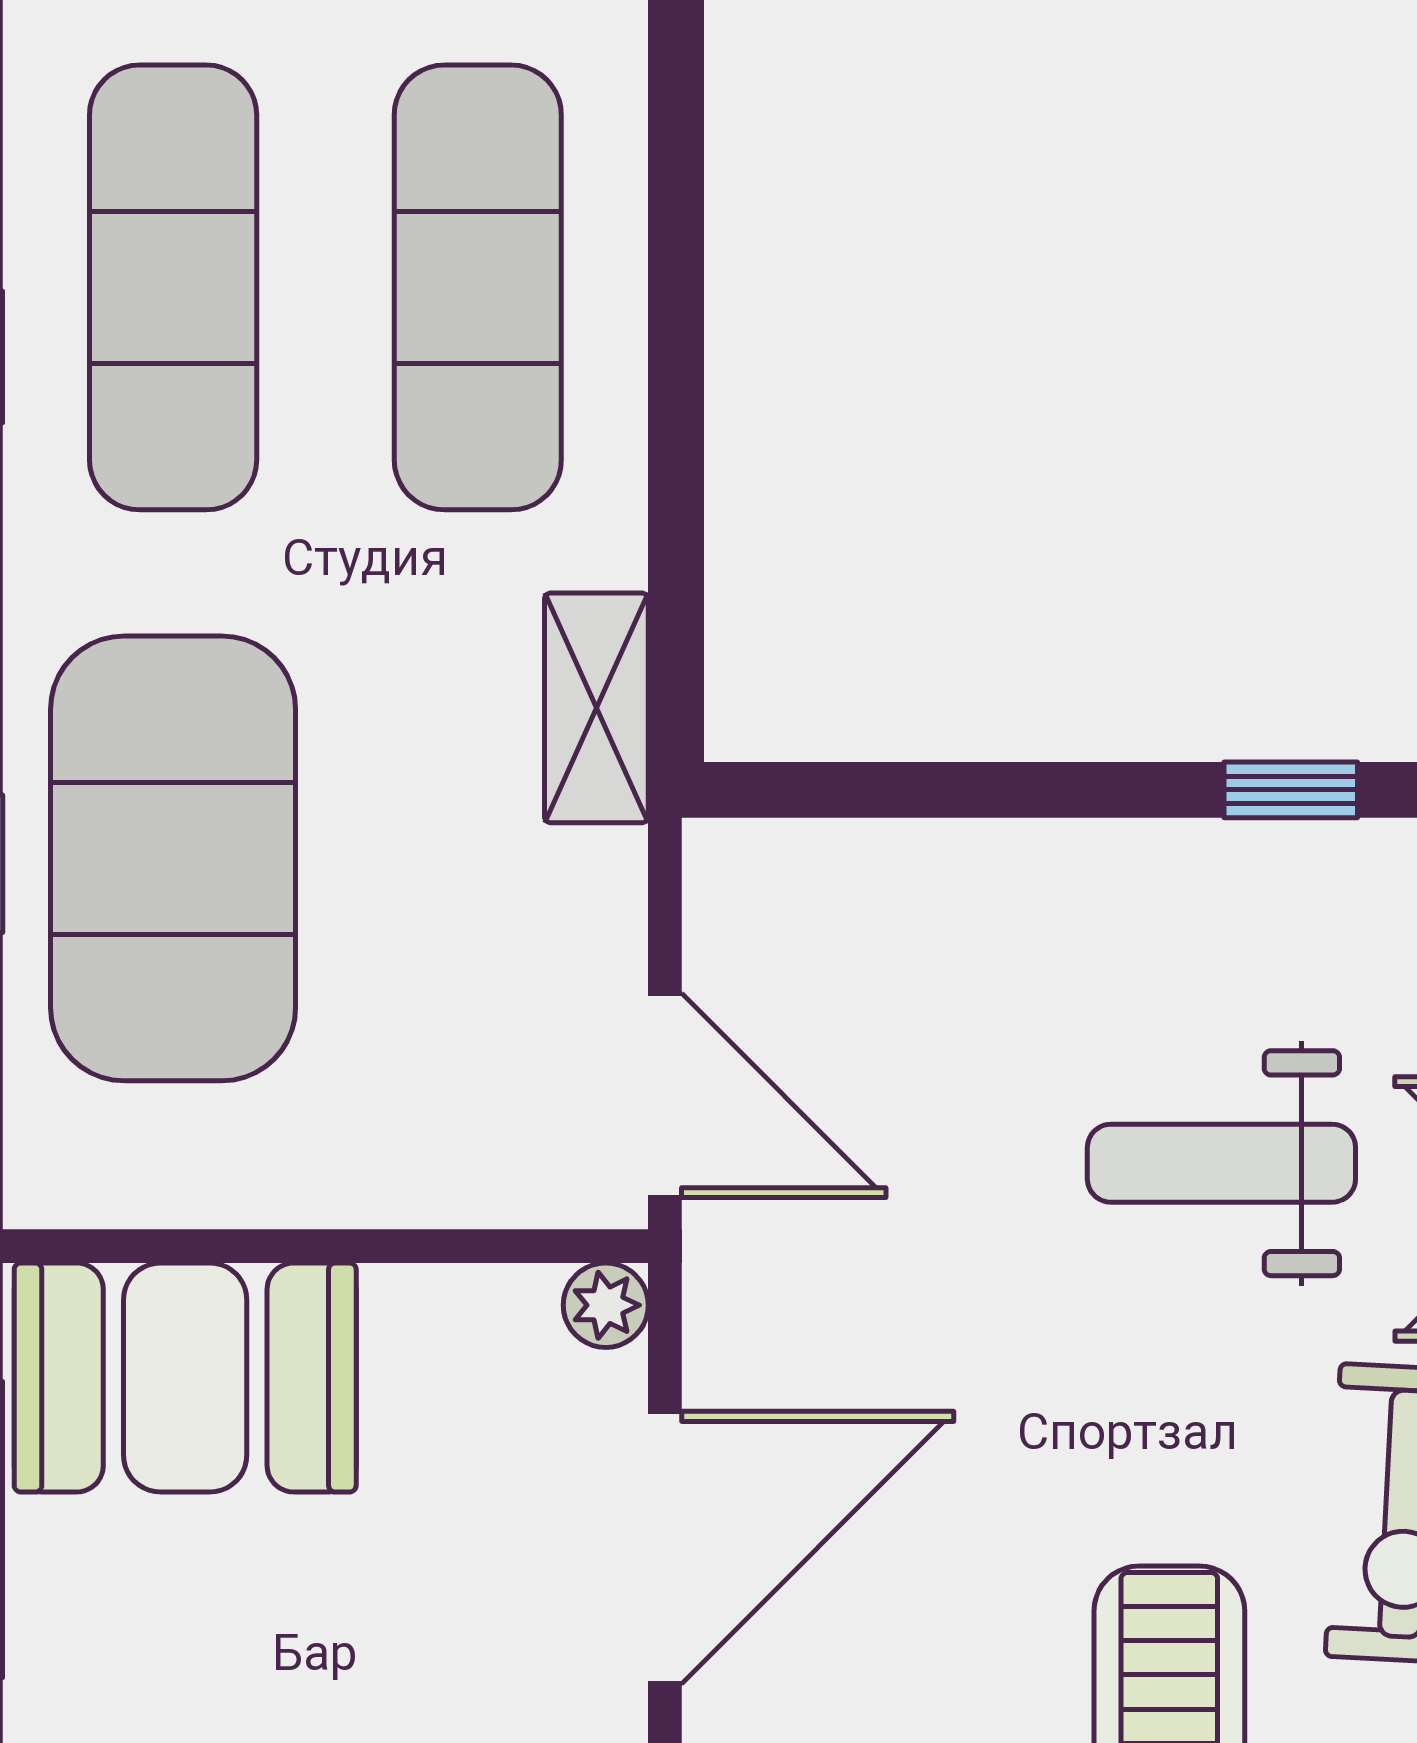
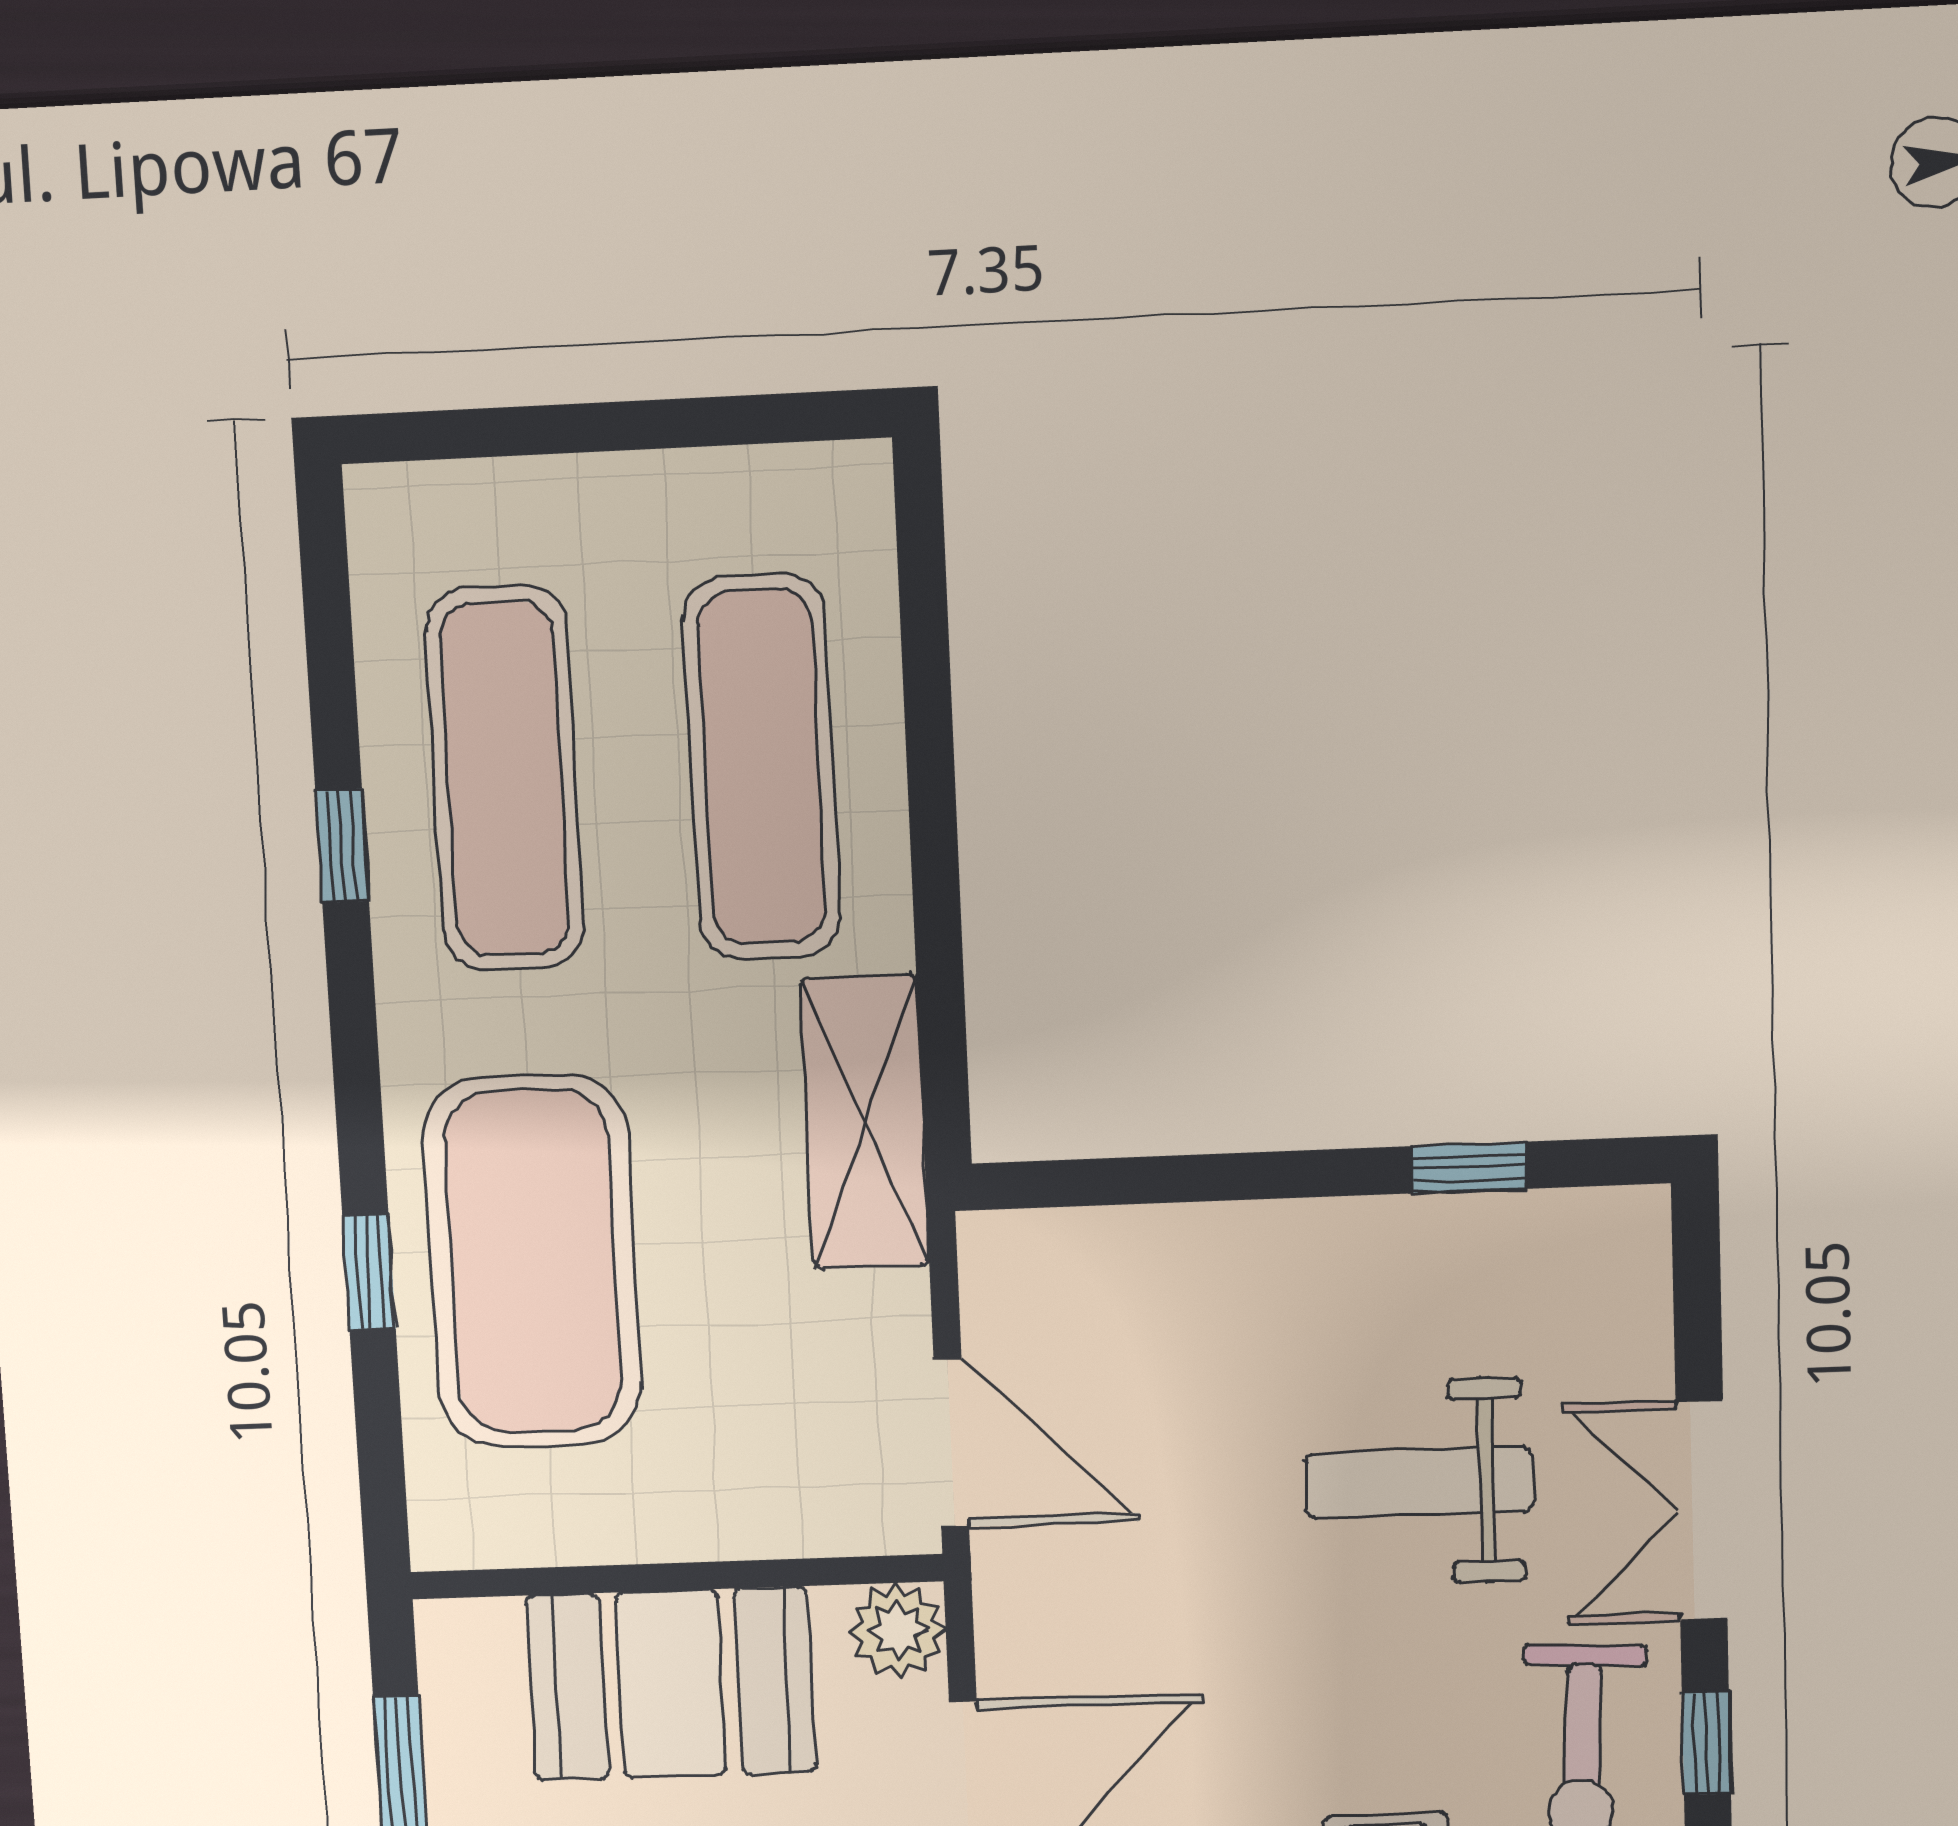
shelving: (596, 708) -> (865, 1122), width x1.50, depth x1.33
plant: (606, 1305) -> (898, 1630), width x1.38, depth x1.38
booth: (185, 1377) -> (671, 1684), moved

